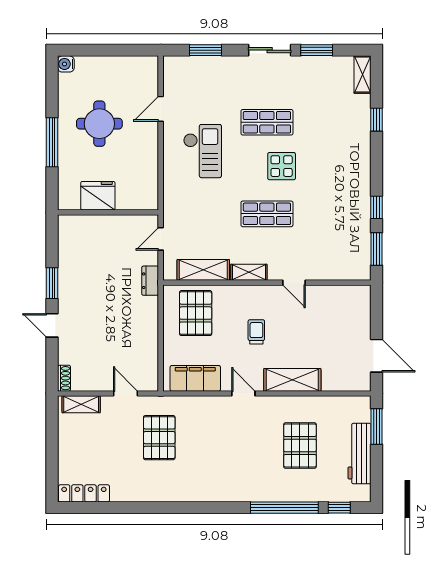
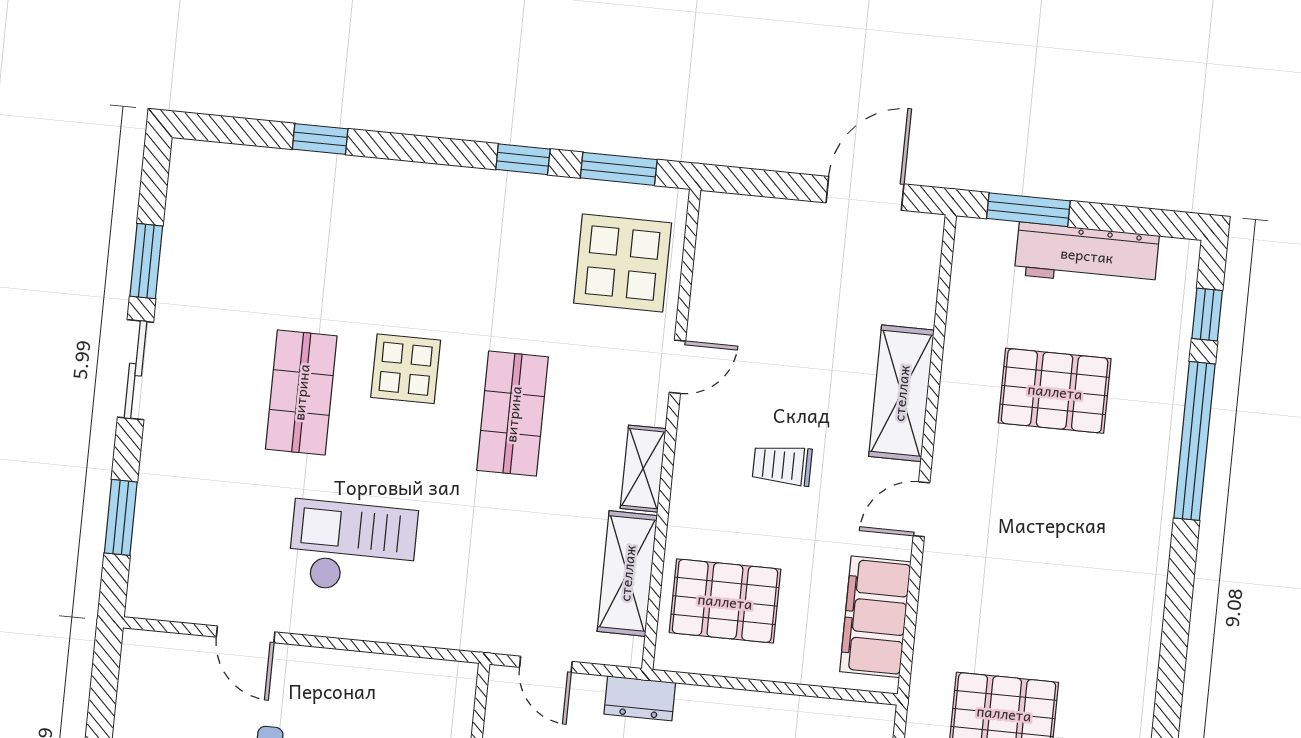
shelving: (362, 75) -> (213, 161), removed
display table: (336, 255) -> (623, 263), added

